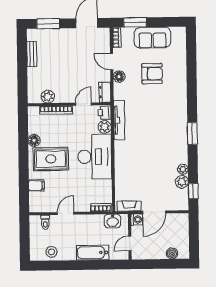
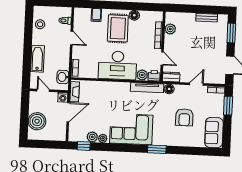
sofa: (152, 37) -> (214, 133), moved
floor lamp: (119, 77) -> (169, 89), moved
window: (192, 133) -> (157, 149), moved
corner sofa: (170, 136) -> (131, 129), added
door: (154, 212) -> (68, 112), swing flipped
boiler: (172, 253) -> (37, 121), width x1.86, depth x1.86

